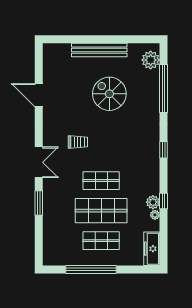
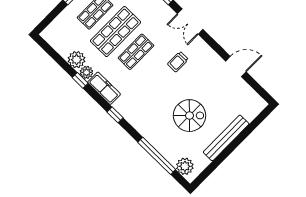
plant: (155, 215) -> (77, 60), width x1.88, depth x1.88
freezer: (152, 249) -> (104, 88), moved

